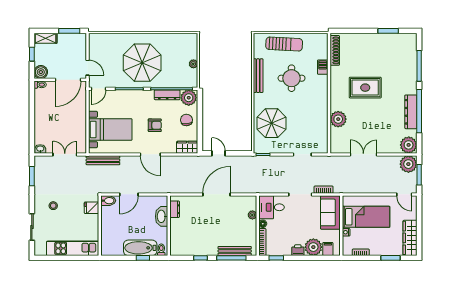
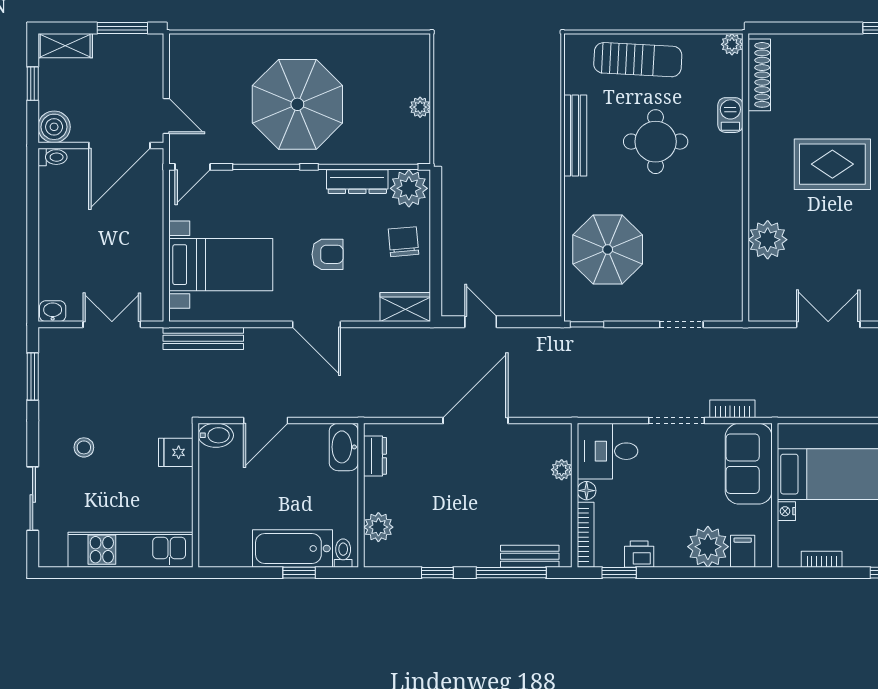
plant: (323, 38) -> (732, 44), added
washbasin: (162, 216) -> (344, 447), moved
plant: (176, 239) -> (378, 527), added
printer: (298, 250) -> (639, 554), moved
bench: (235, 251) -> (530, 556), width x0.73

